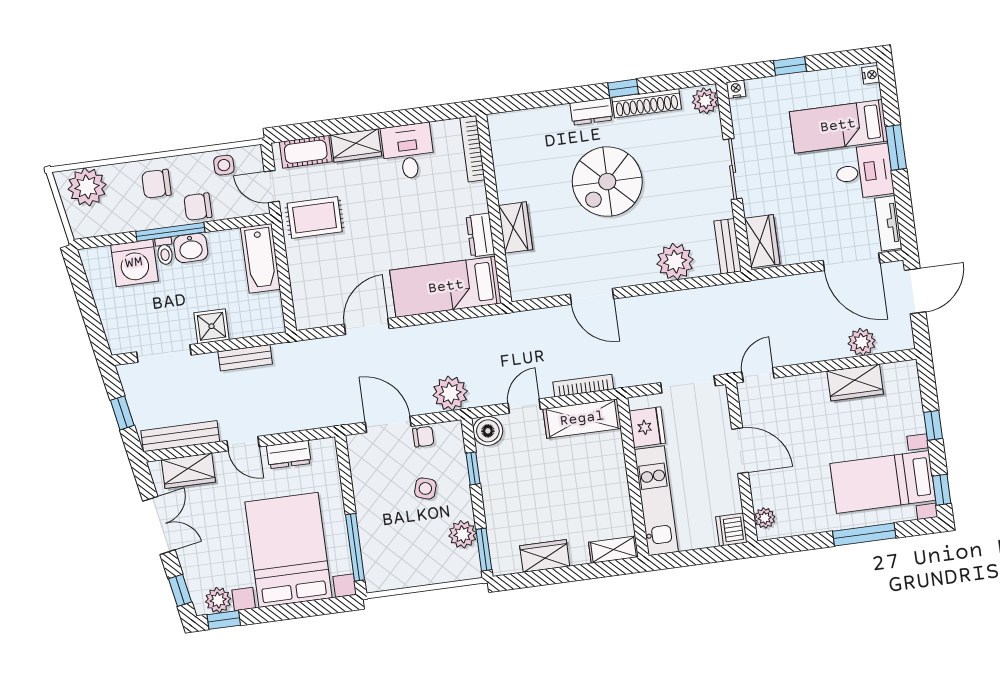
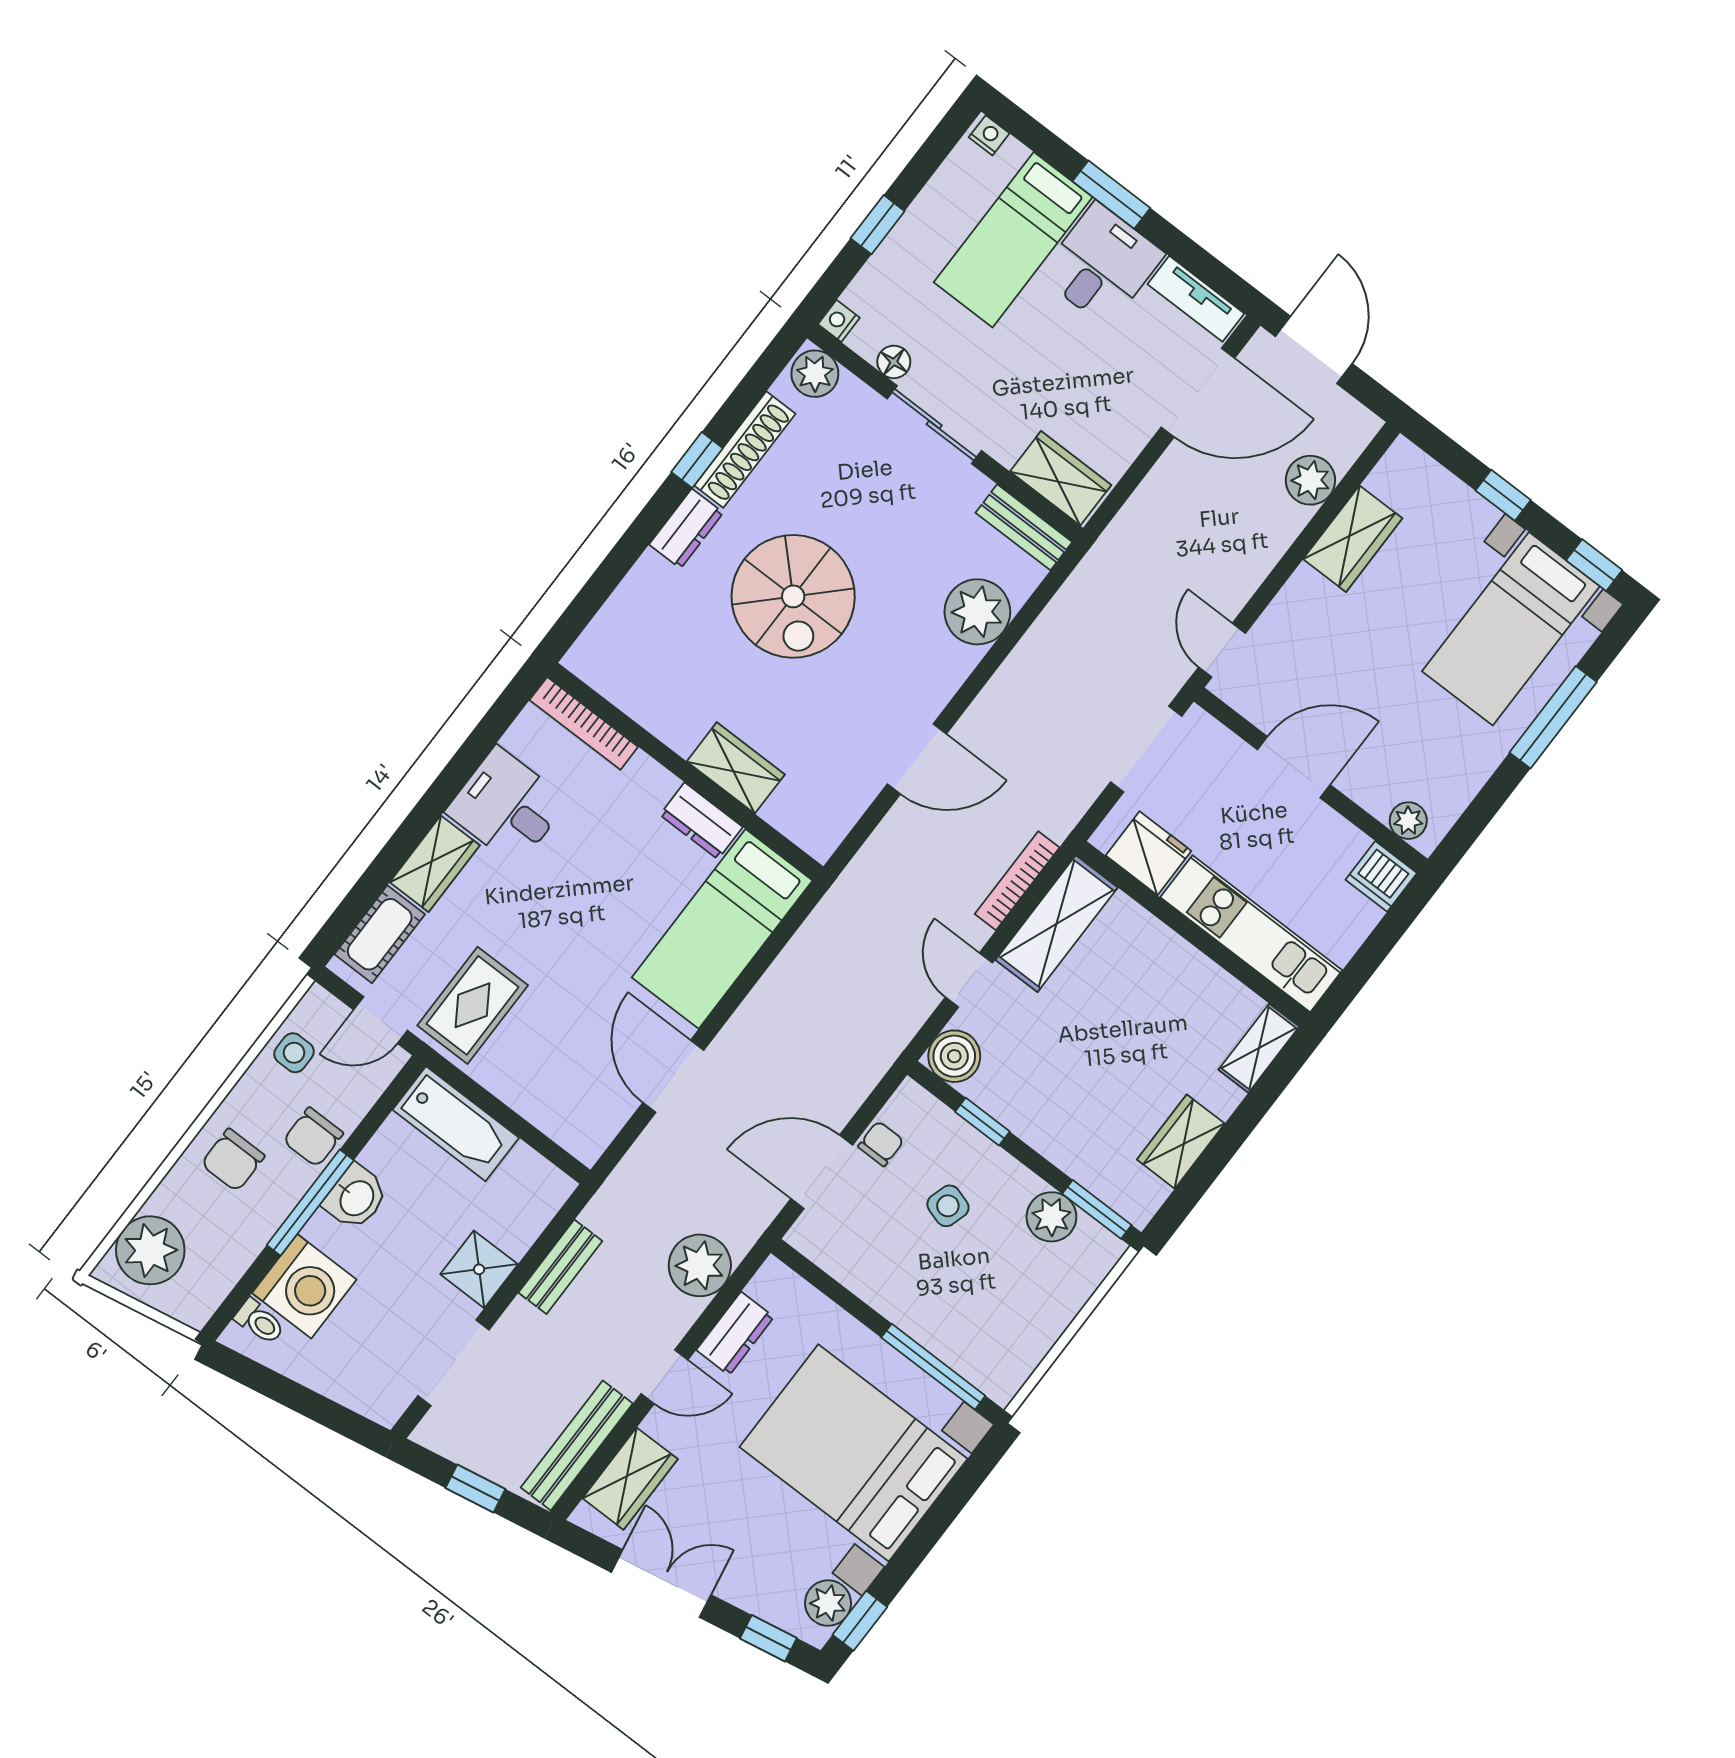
floor lamp: (742, 128) -> (894, 362), added
toilet: (165, 251) -> (260, 1322), moved
plant: (450, 393) -> (700, 1265), moved

